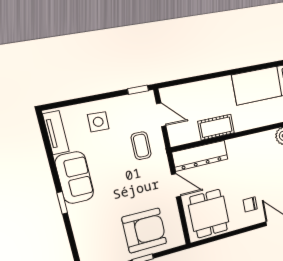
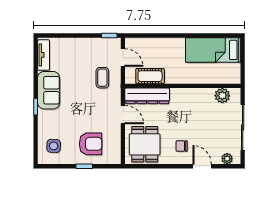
side table: (98, 122) -> (54, 146), moved
cot: (216, 127) -> (150, 76), moved
armchair: (144, 230) -> (91, 144), width x0.73, depth x0.73

